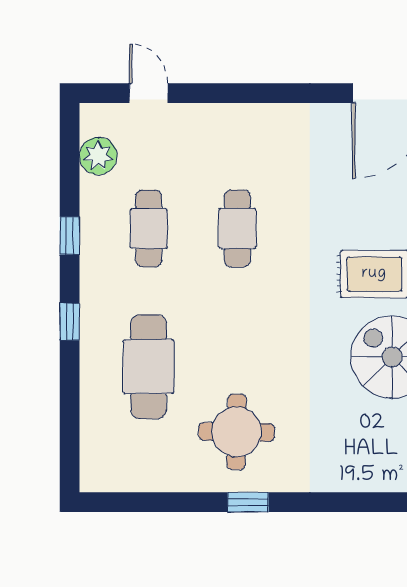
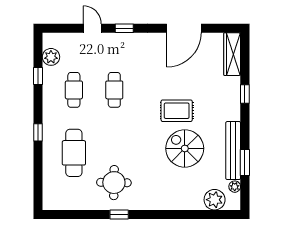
door: (149, 93) -> (92, 28), moved
window: (259, 93) -> (124, 28), added
window: (70, 236) -> (38, 76), moved

